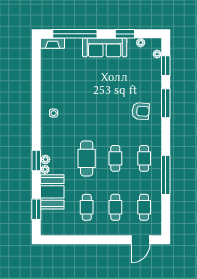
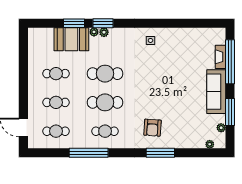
window: (125, 34) -> (230, 112), width x1.44
fireplace: (53, 43) -> (221, 57), moved
window: (166, 66) -> (198, 153), removed
cafe table: (115, 158) -> (105, 102), width x1.37, depth x1.35
window: (36, 209) -> (74, 23), moved

